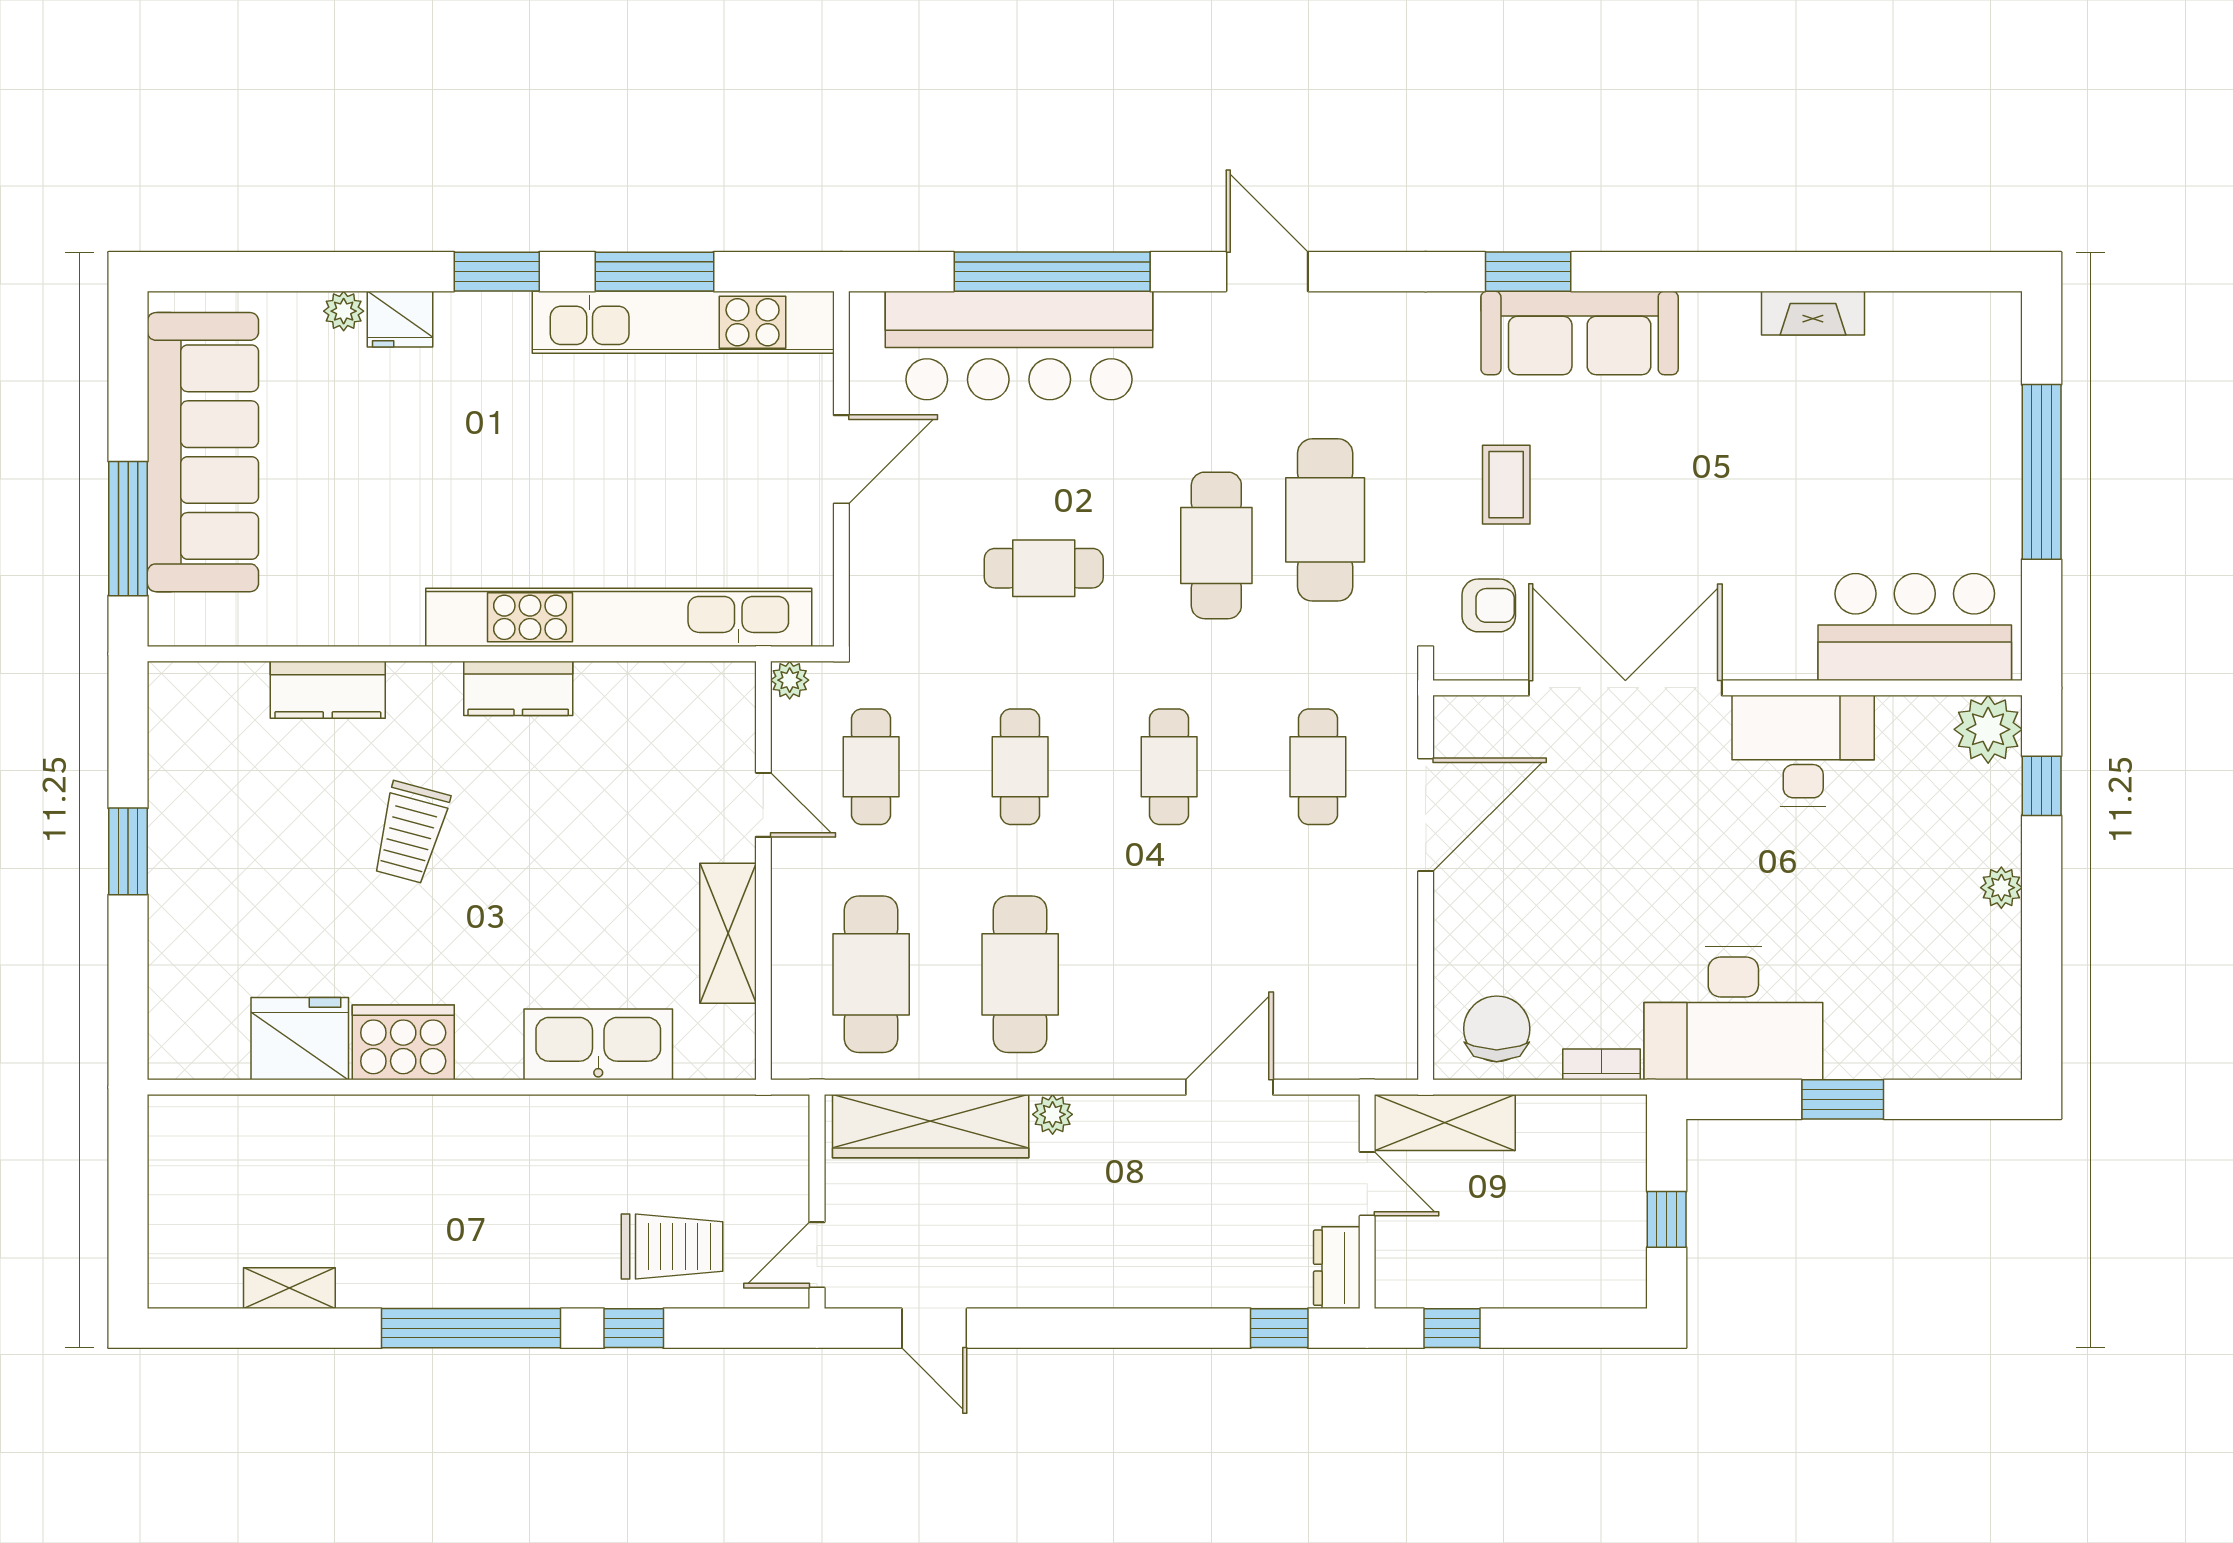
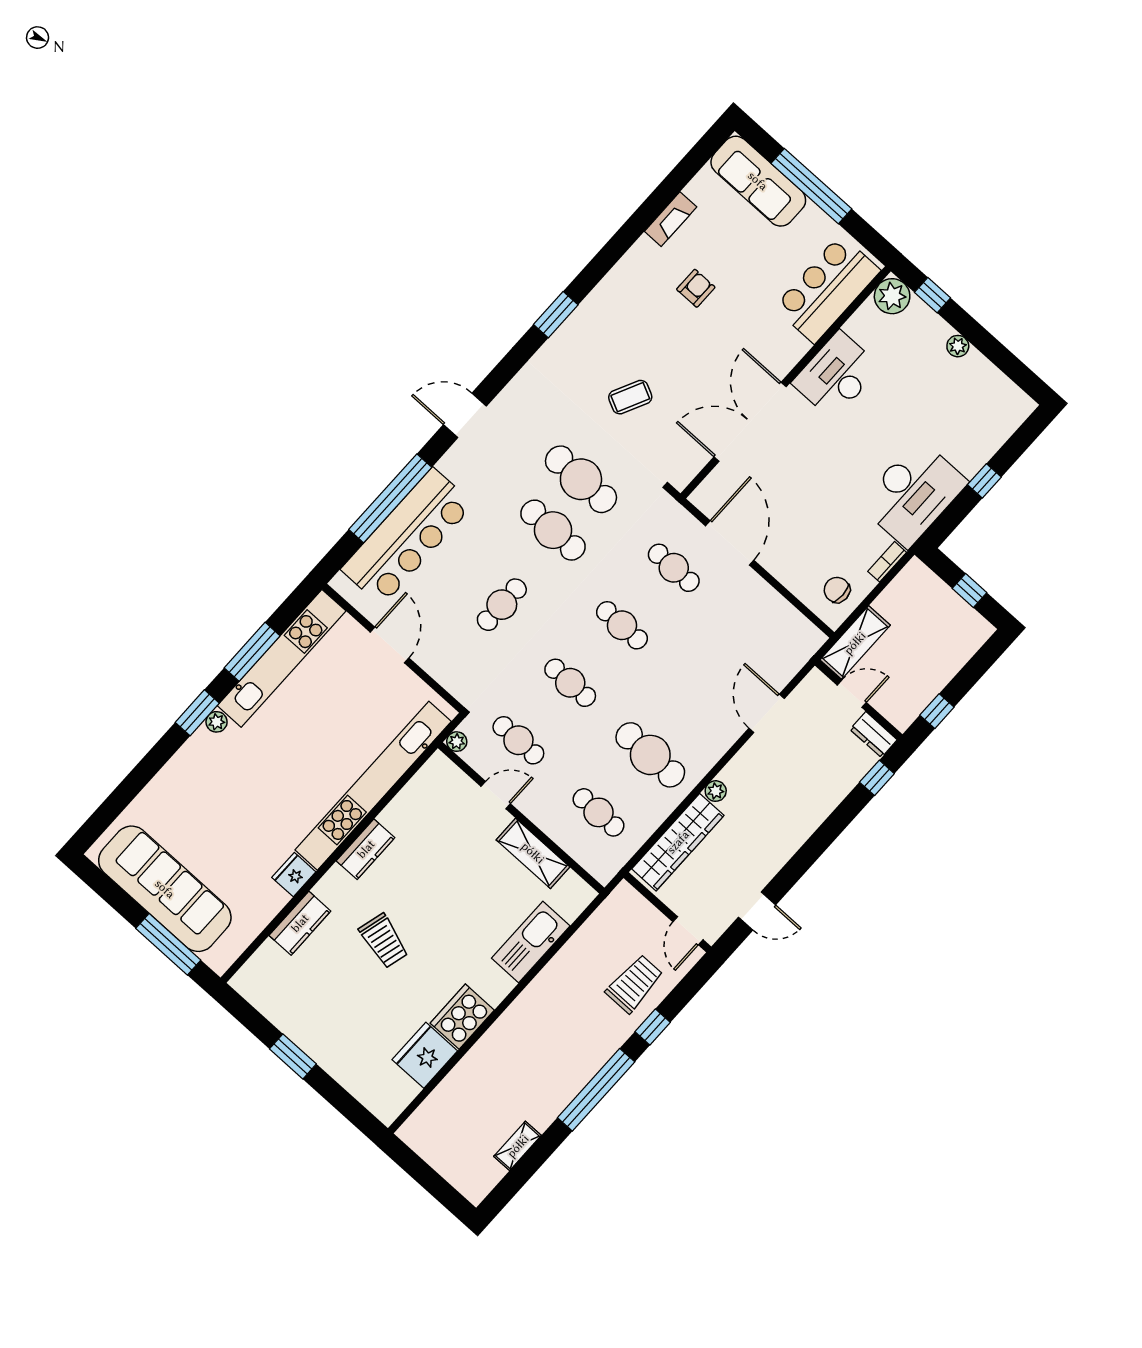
plant: (344, 311) -> (217, 722), moved
fridge: (400, 319) -> (294, 875), moved, turned 180
sofa: (1580, 333) -> (758, 181), moved, turned 90
coffee table: (1506, 485) -> (630, 397), turned -64
armchair: (1489, 605) -> (696, 288), moved
cafe table: (871, 974) -> (599, 812), width x0.73, depth x0.74
chair: (1497, 1029) -> (837, 590), width x0.73, depth x0.73
window: (1843, 1099) -> (984, 481), width x0.67

